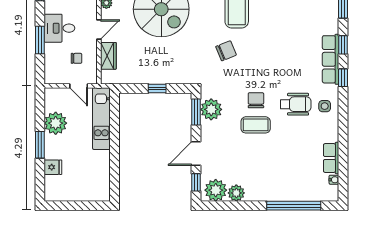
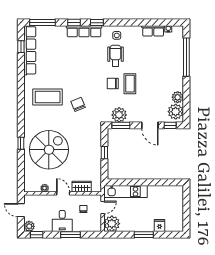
plant: (56, 123) -> (112, 224), moved

